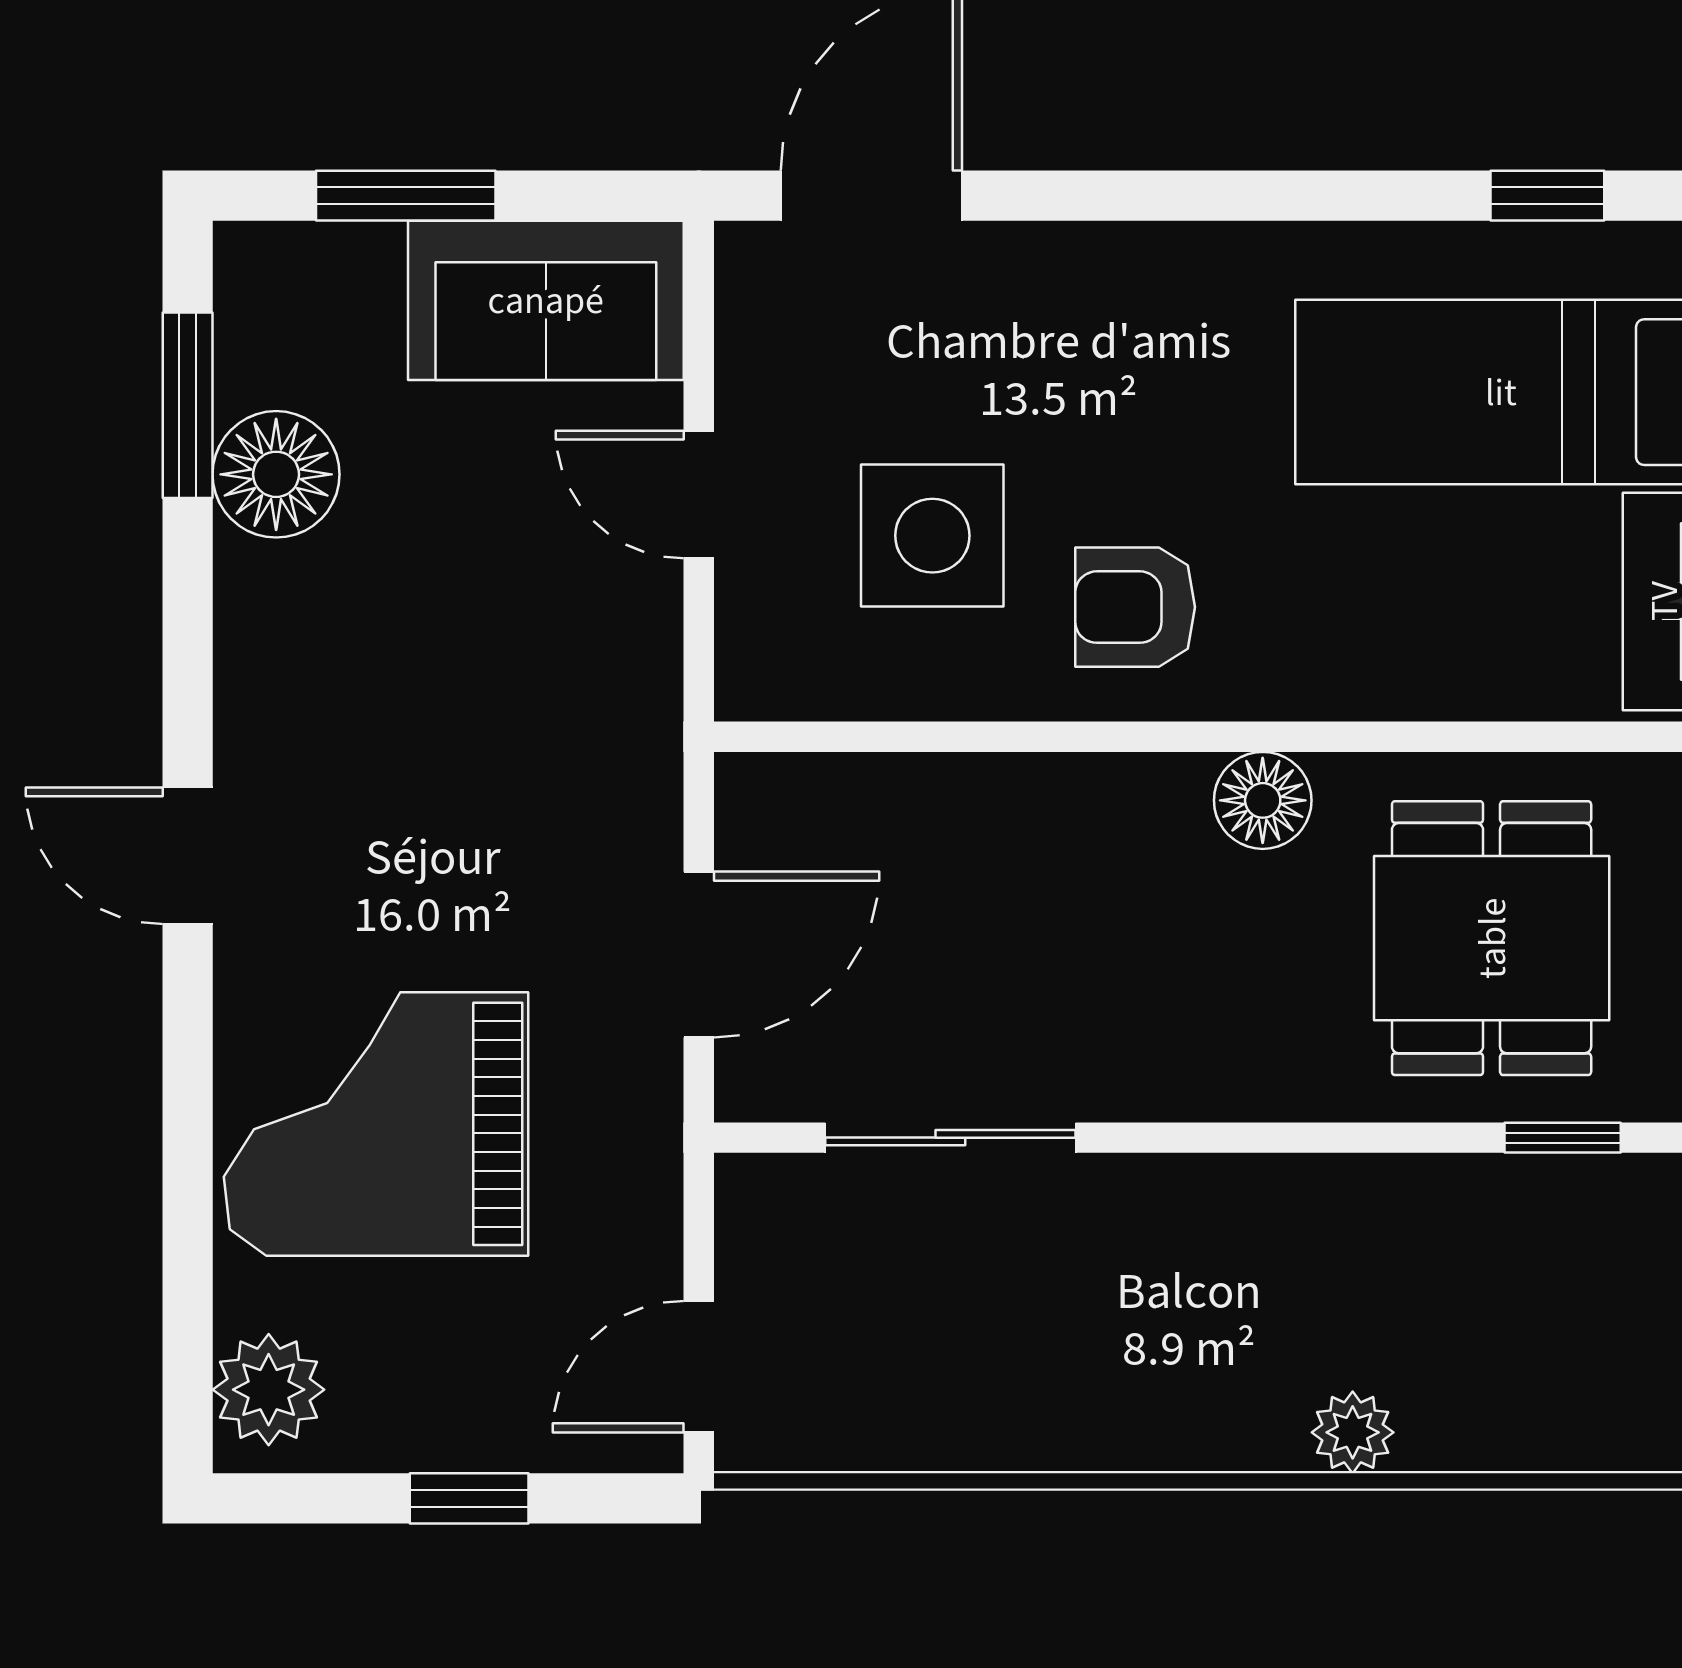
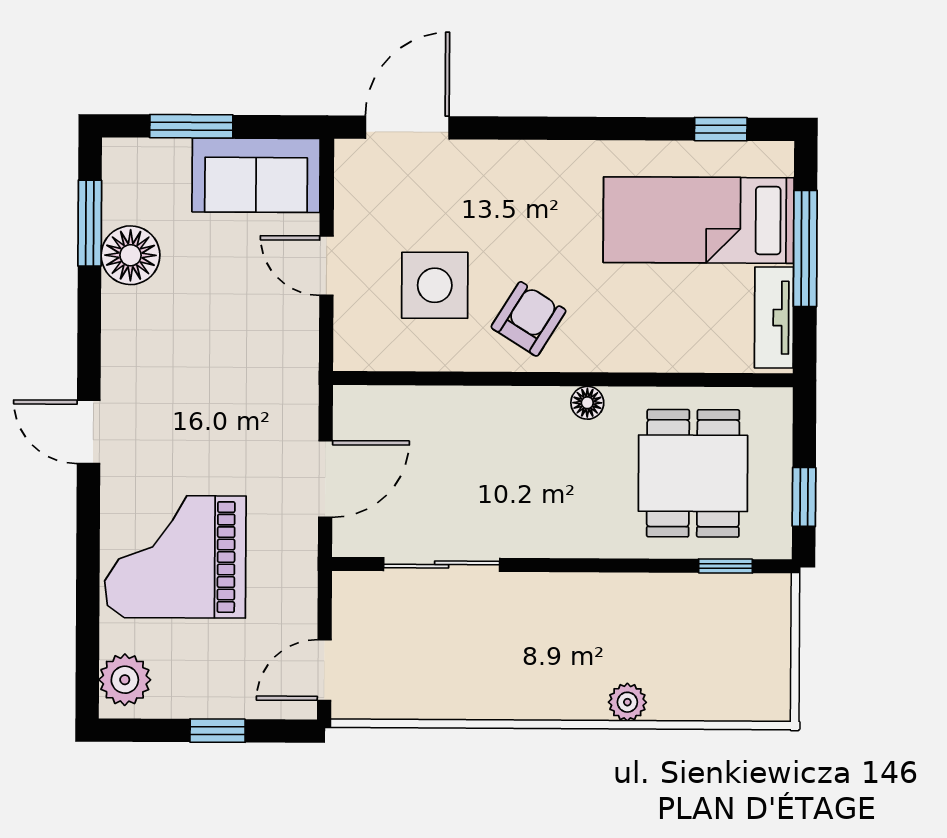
armchair: (1135, 607) -> (529, 319), turned 122
floor lamp: (1263, 800) -> (587, 403), width x0.73, depth x0.73

